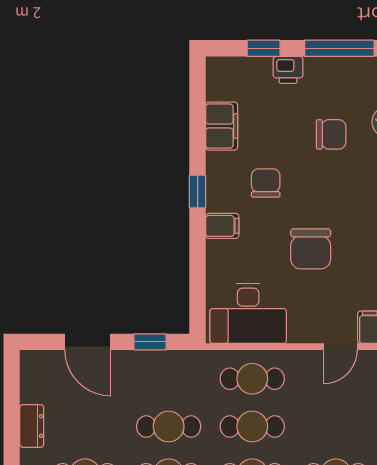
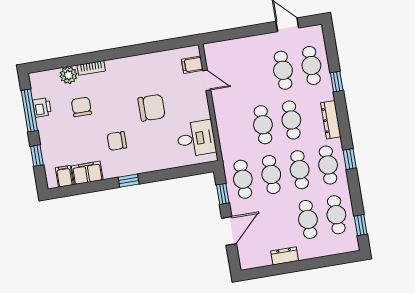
printer: (288, 70) -> (42, 107), moved
filing cabinet: (222, 226) -> (64, 176), moved
desk: (248, 313) -> (196, 138), width x0.73
cafe table: (252, 379) -> (243, 179), moved

